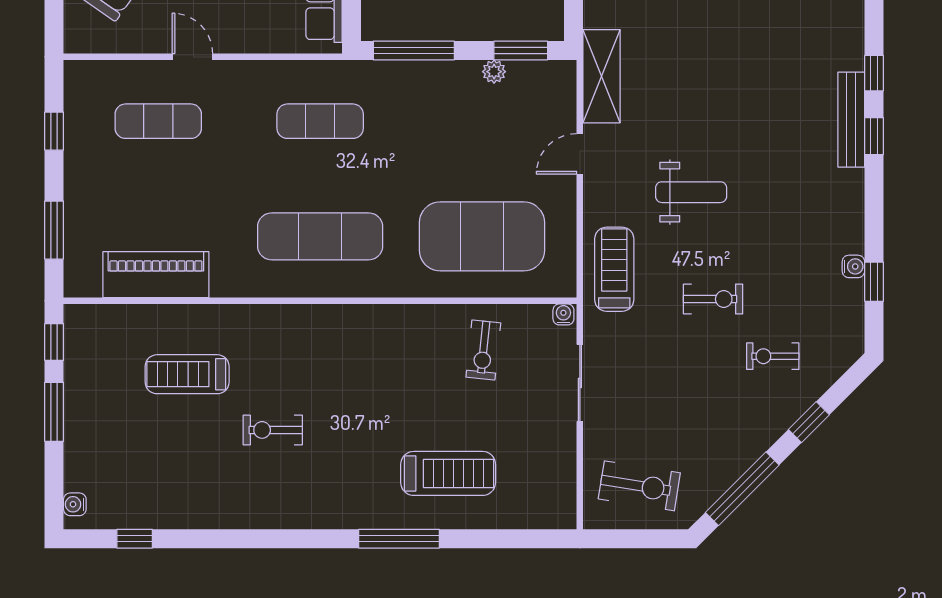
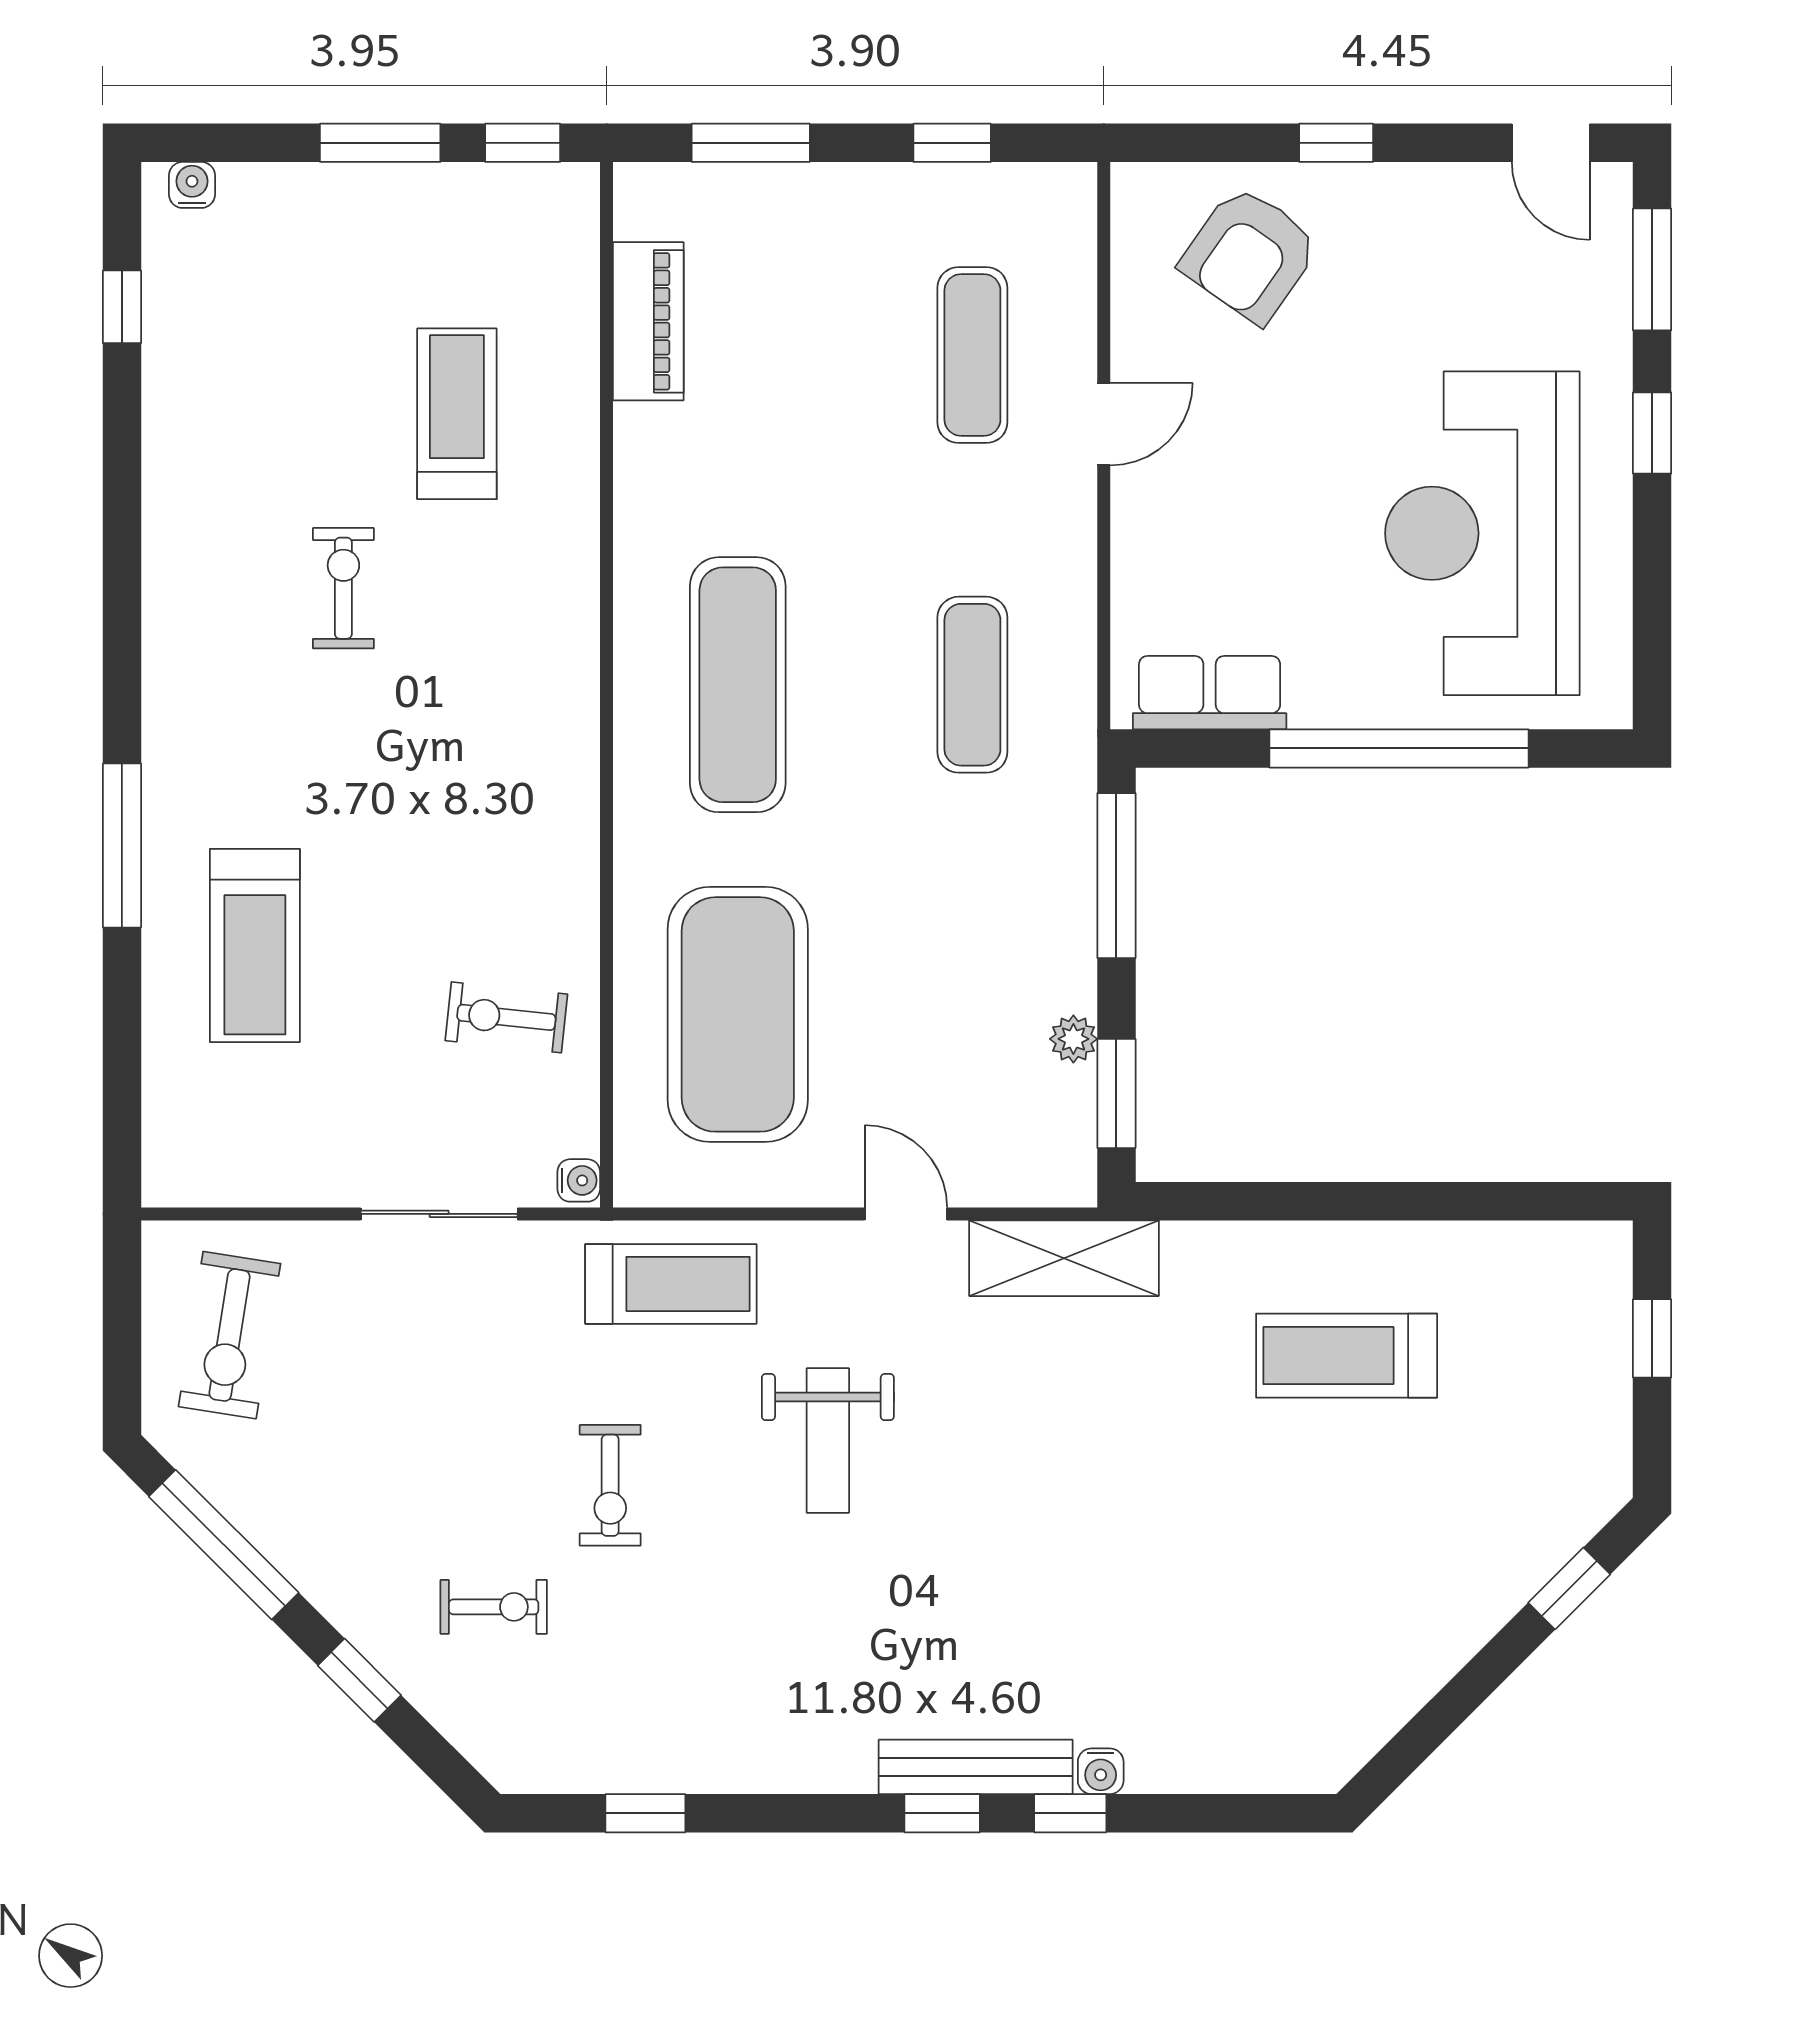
water cooler: (853, 266) -> (1101, 1771), moved
piano: (156, 275) -> (648, 321), width x0.73, depth x0.75
exercise bike: (773, 356) -> (494, 1607), turned 90

